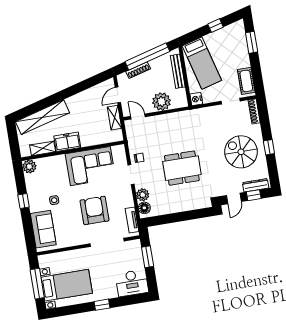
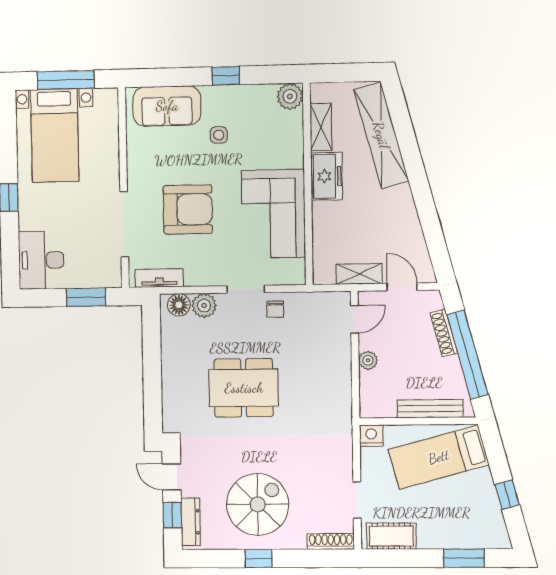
plant: (161, 102) -> (368, 360), width x0.53, depth x0.53
dining table: (182, 168) -> (244, 388), turned 90

